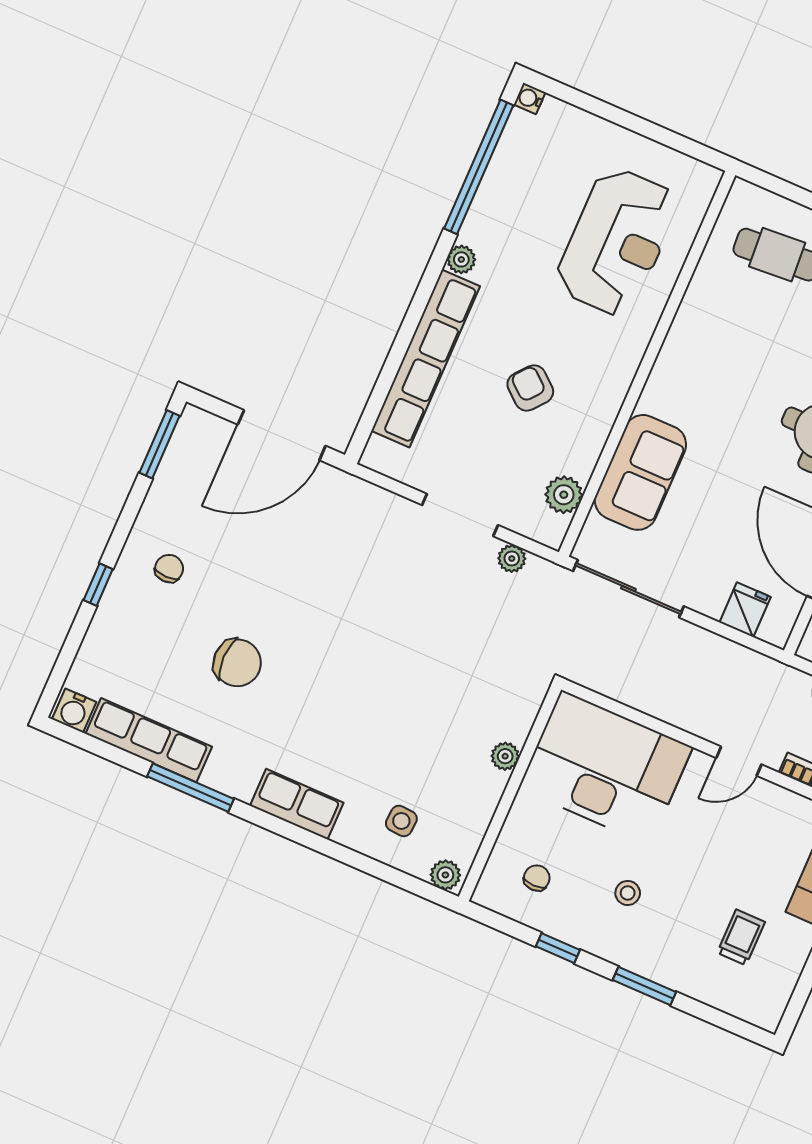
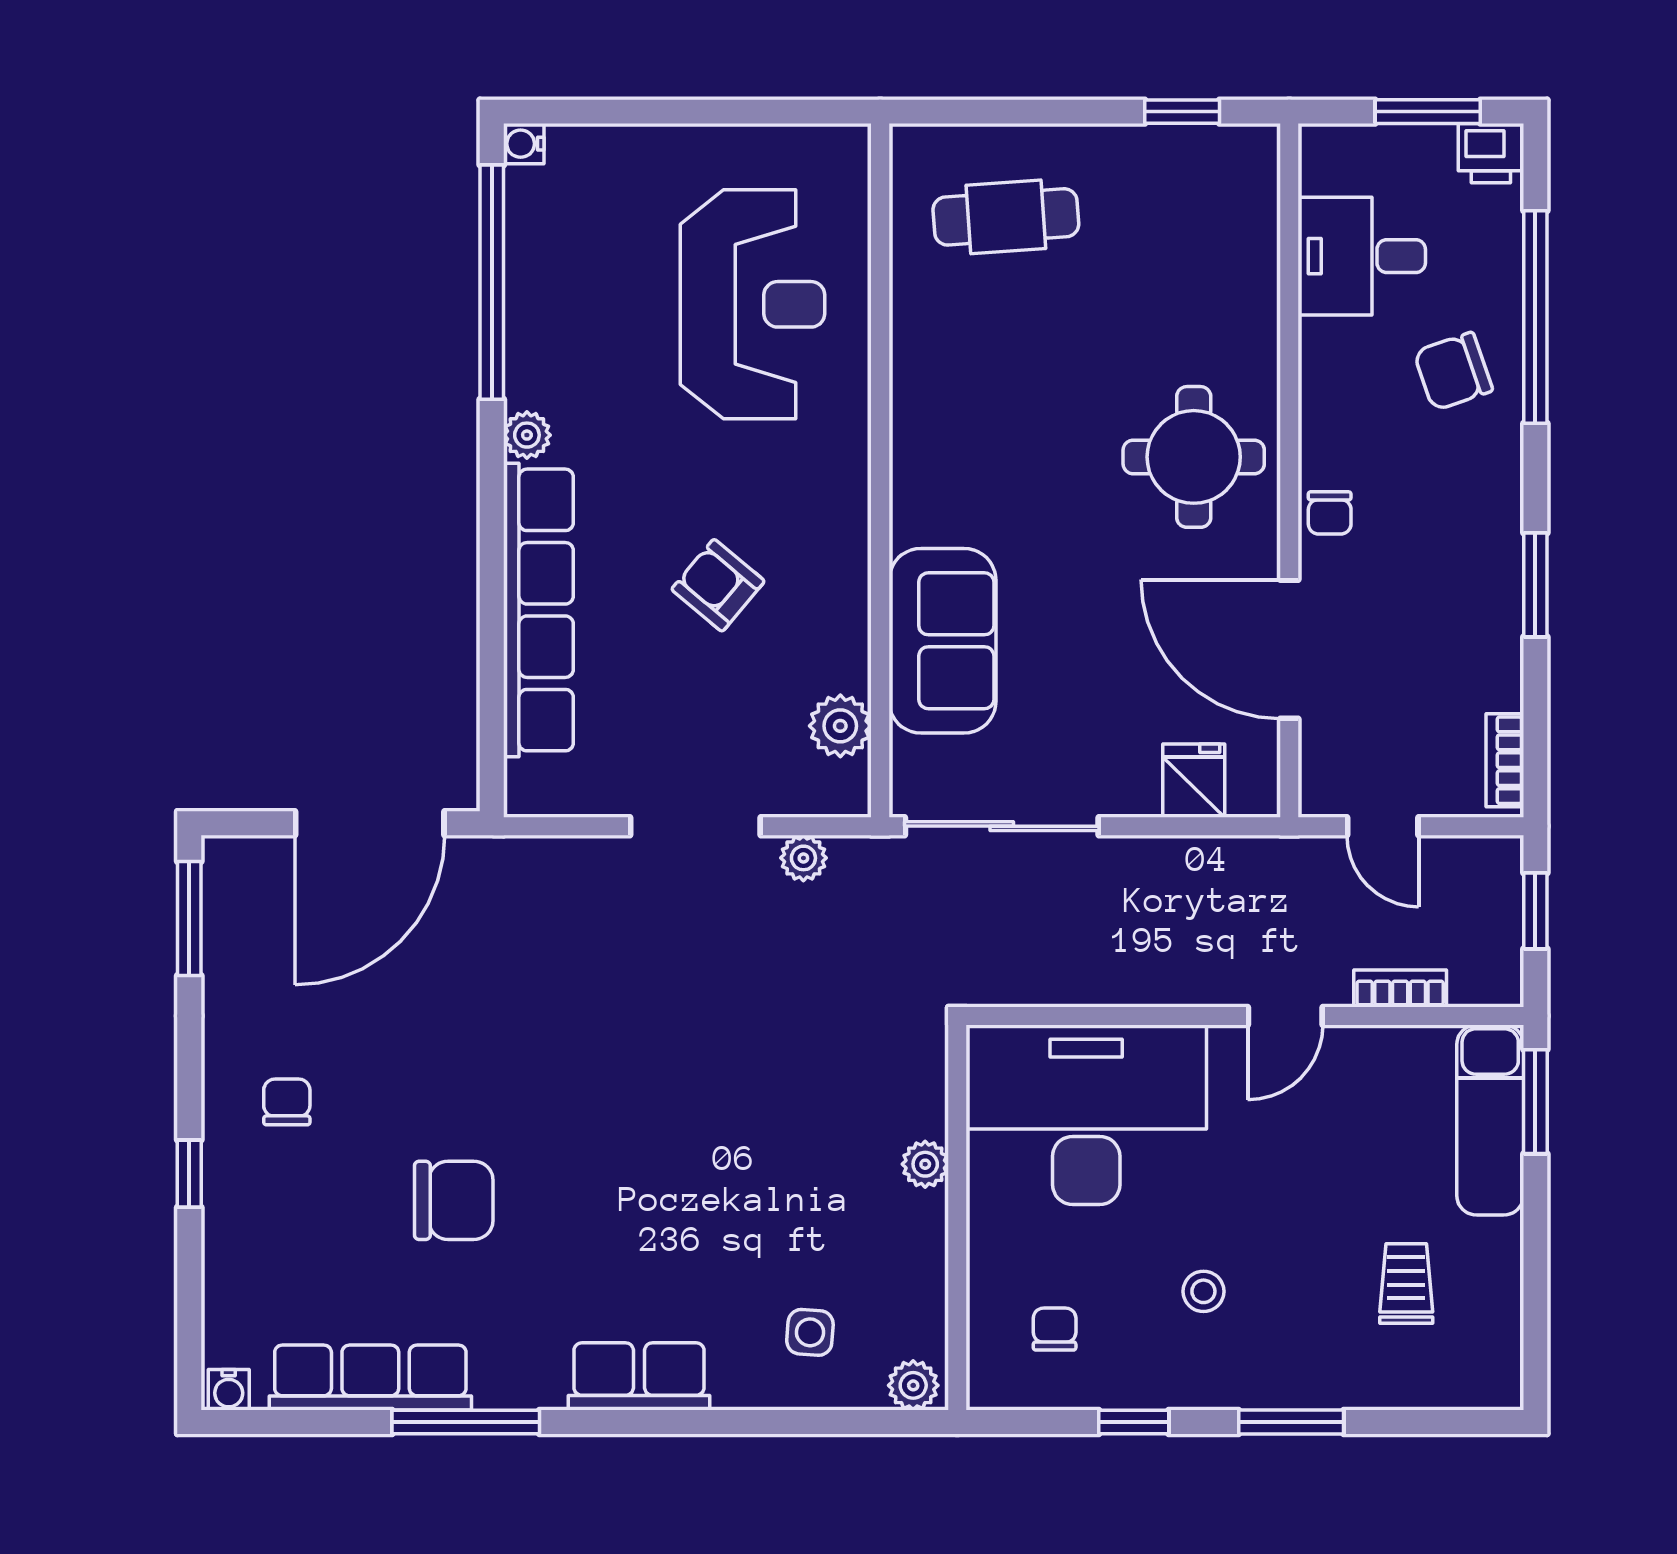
water cooler: (74, 711) -> (229, 1390), width x0.72, depth x0.72

